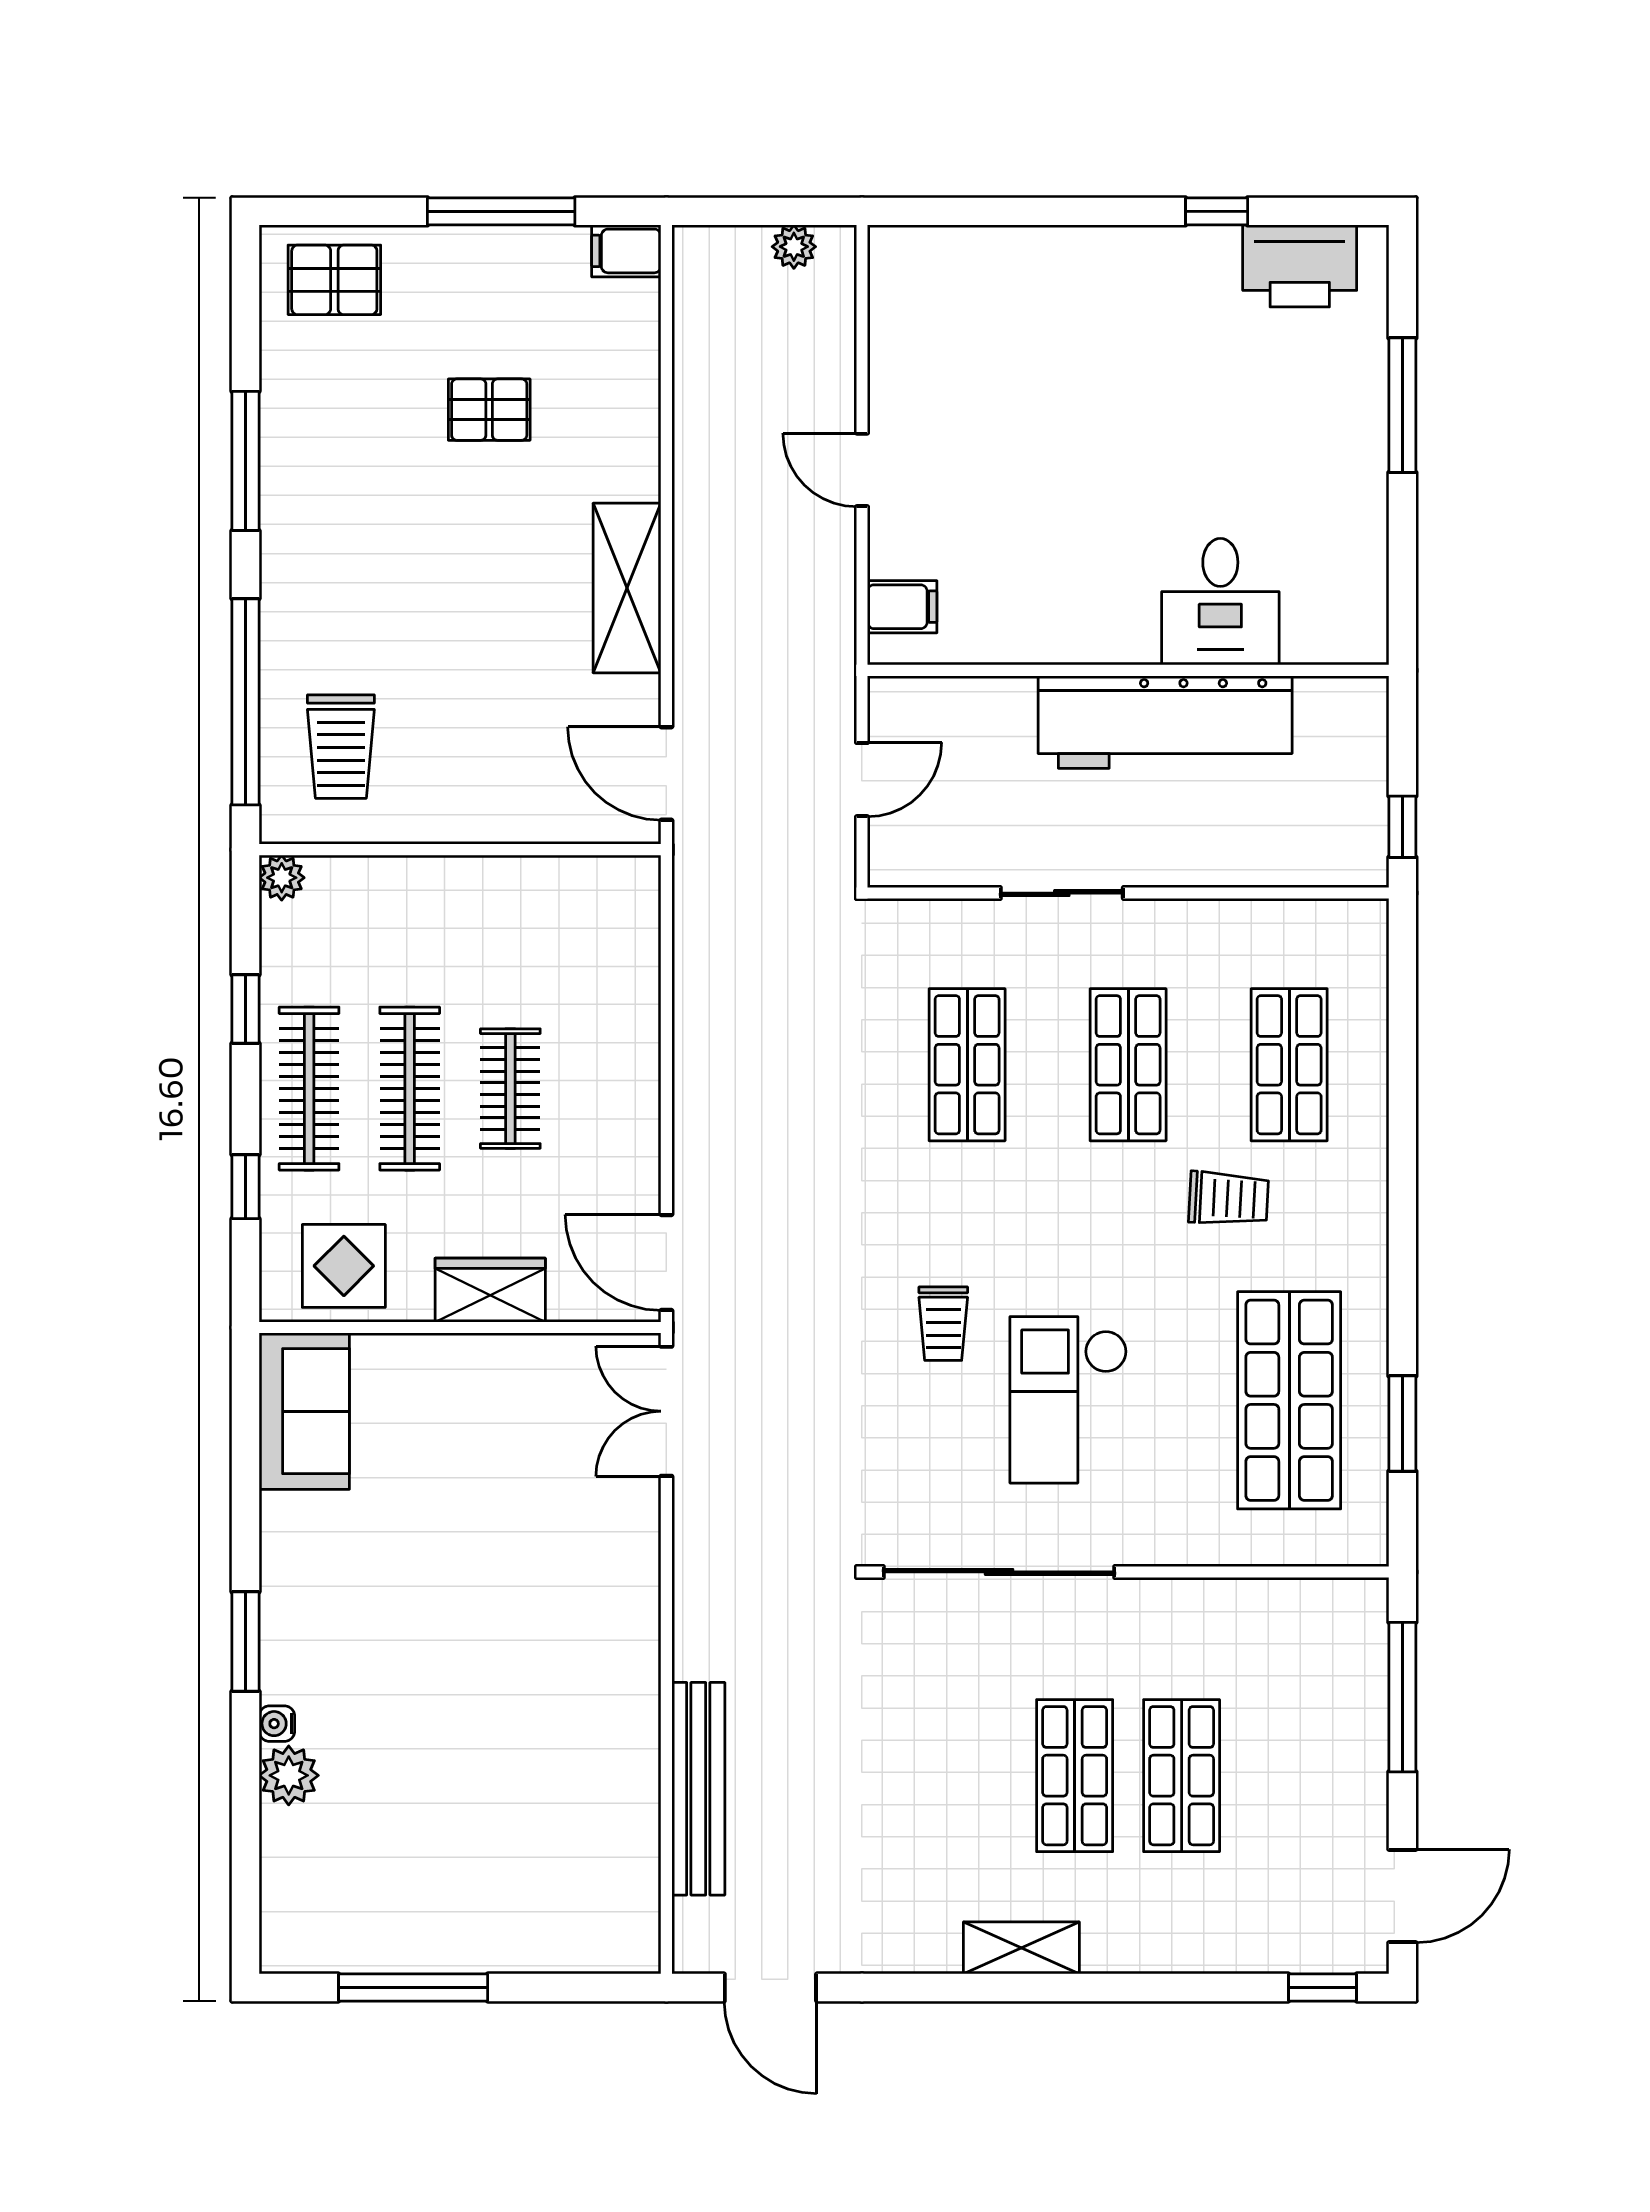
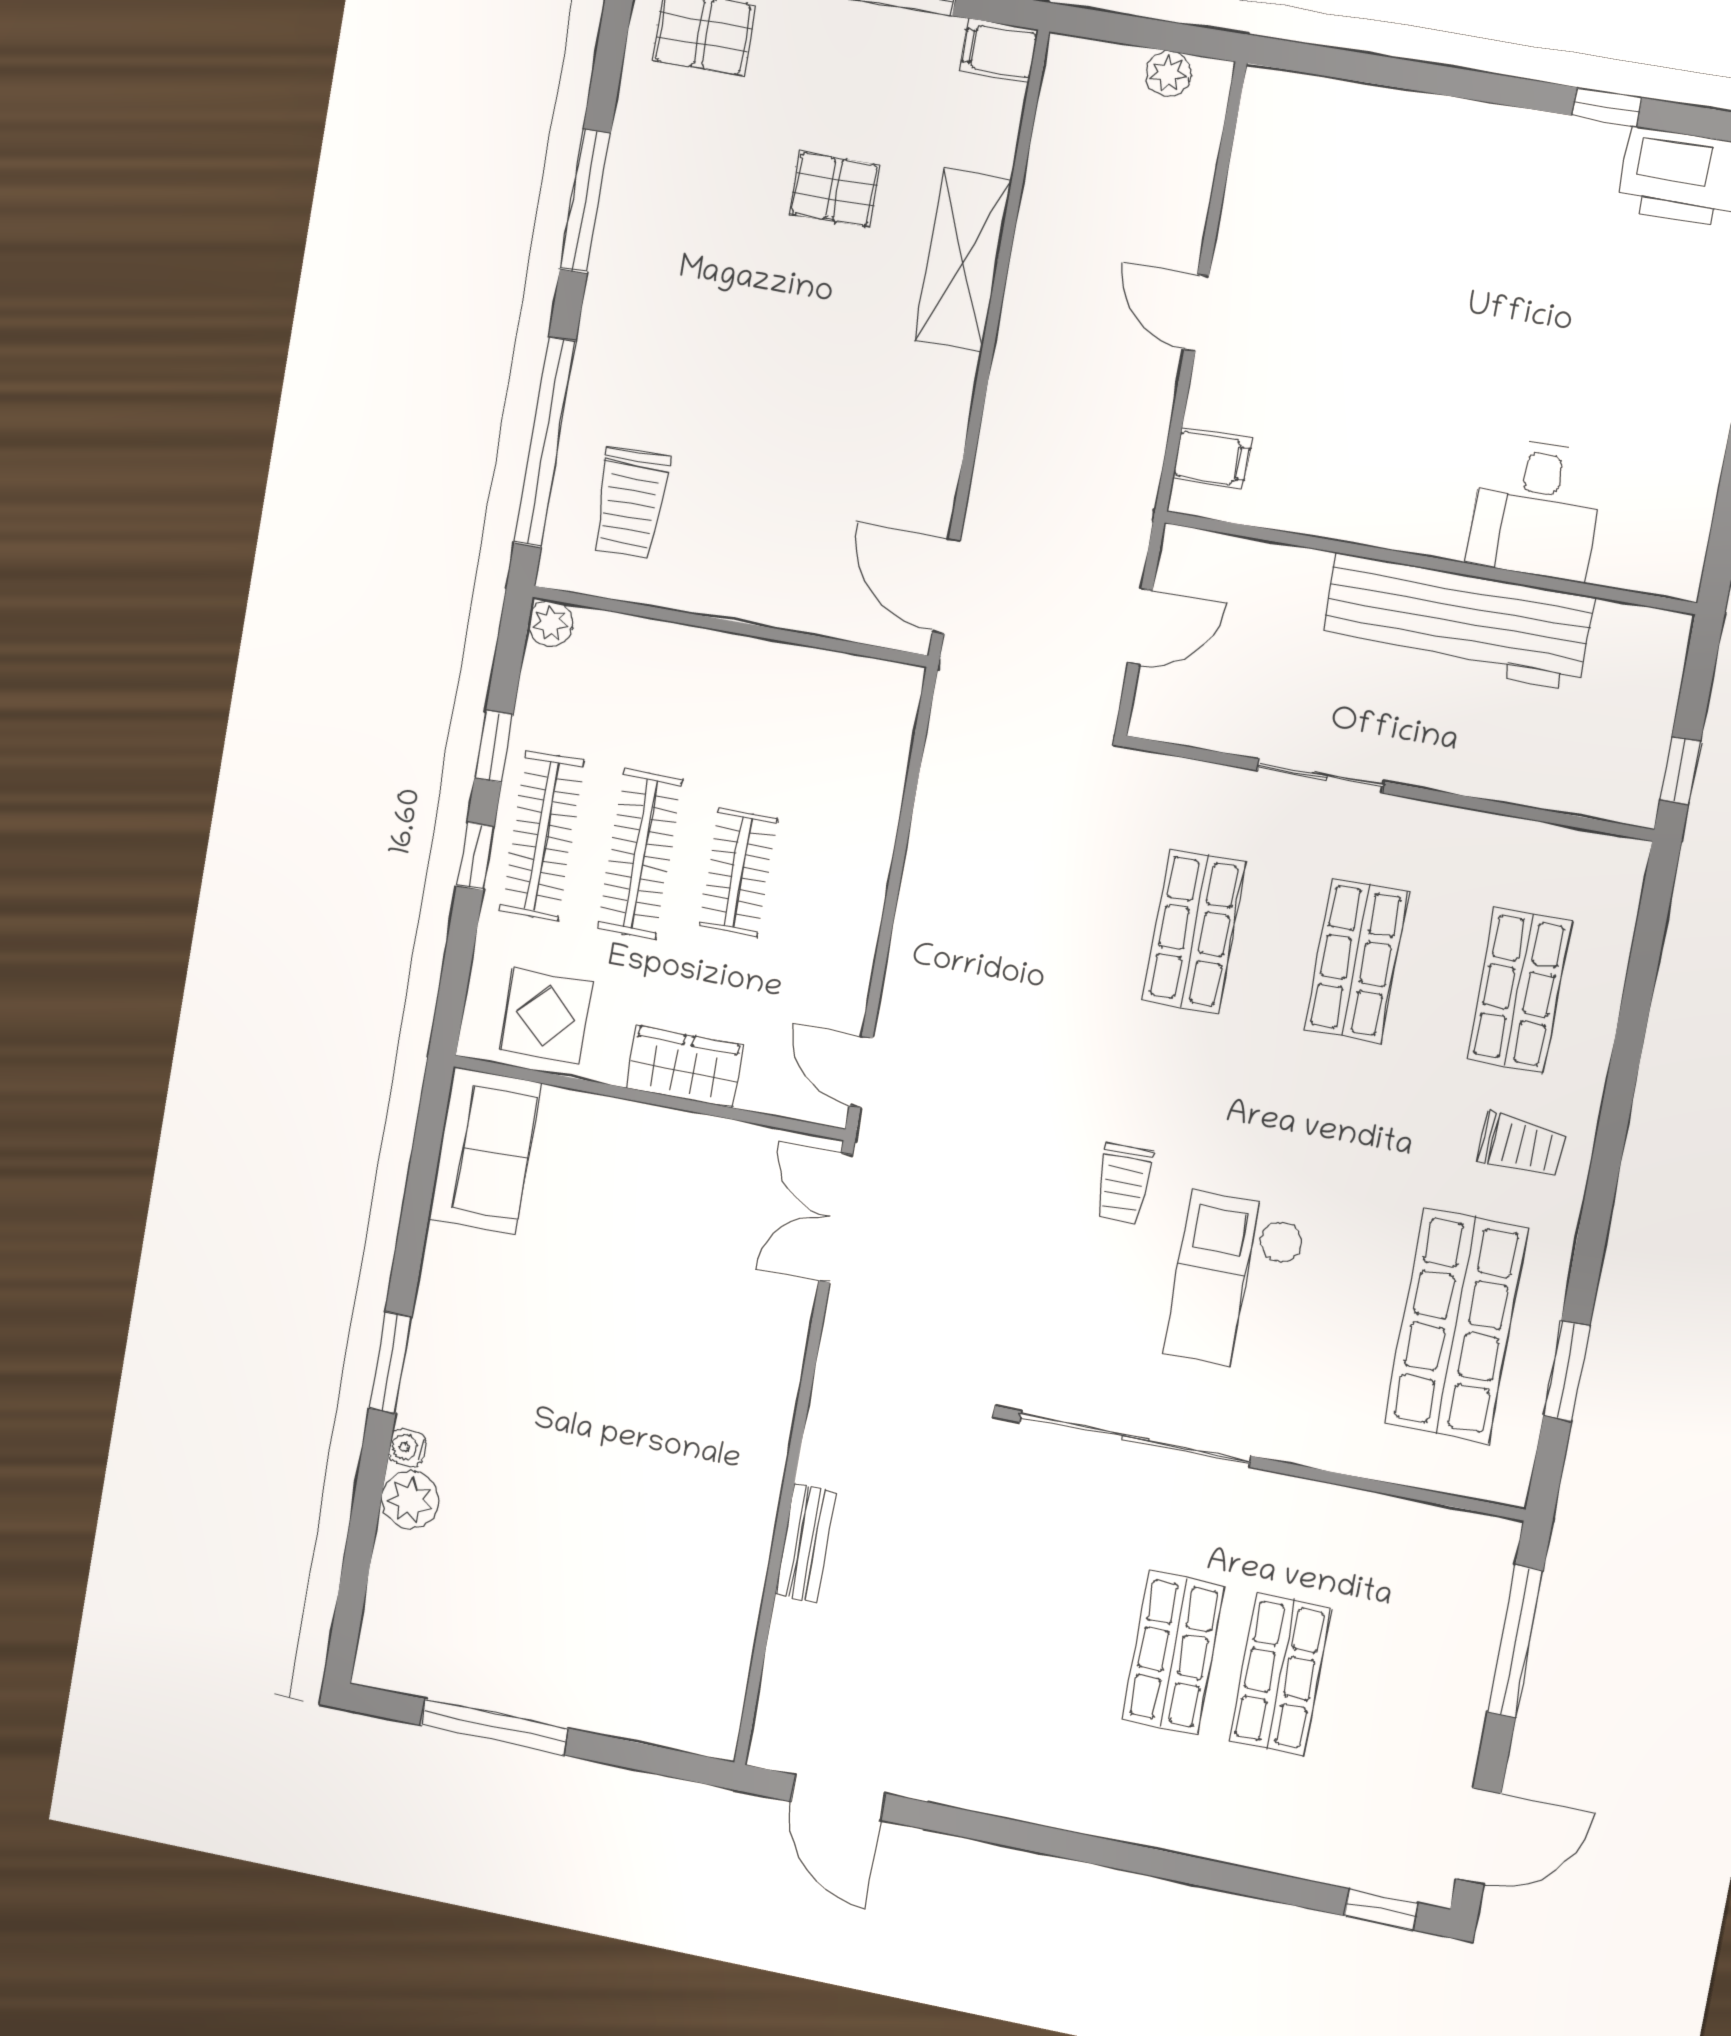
shelving: (627, 588) -> (963, 260), moved
window: (245, 1187) -> (475, 856), moved
trolley: (1229, 1198) -> (1522, 1145), moved
door: (666, 1263) -> (861, 1072), width x0.73
bench: (698, 1789) -> (806, 1543), width x0.54, depth x0.82
shelving: (1021, 1948) -> (1090, 1810), removed

